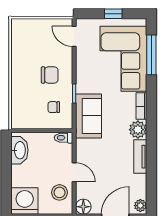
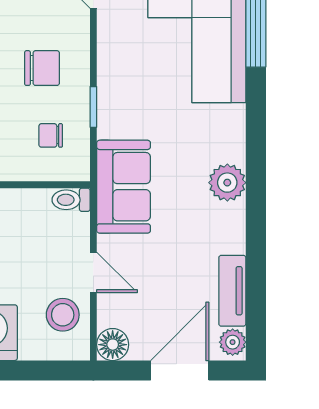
bookcase: (141, 106) -> (235, 133), removed
sofa: (88, 116) -> (124, 187), moved
tv unit: (140, 157) -> (232, 291), moved

